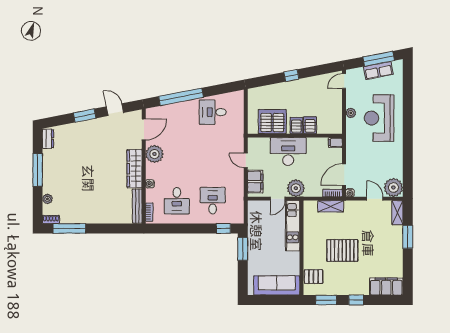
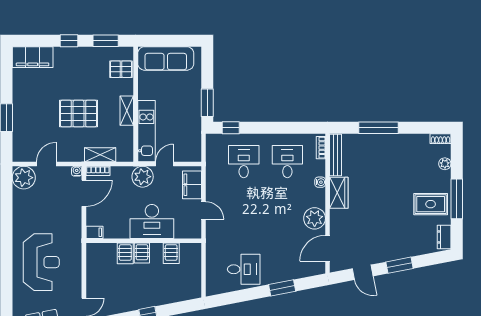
window: (181, 97) -> (282, 288), width x0.47
plant: (351, 113) -> (76, 268), removed
server rack: (272, 122) -> (171, 253), width x0.46, depth x0.70
rug: (59, 166) -> (431, 204), added
wardrobe: (135, 169) -> (339, 193), width x0.67
door: (375, 199) -> (46, 164), swing flipped
desk: (213, 201) -> (244, 162), turned 180
shelving: (397, 213) -> (127, 111), moved
window: (69, 228) -> (379, 128), moved
pallet: (342, 250) -> (78, 114), moved

